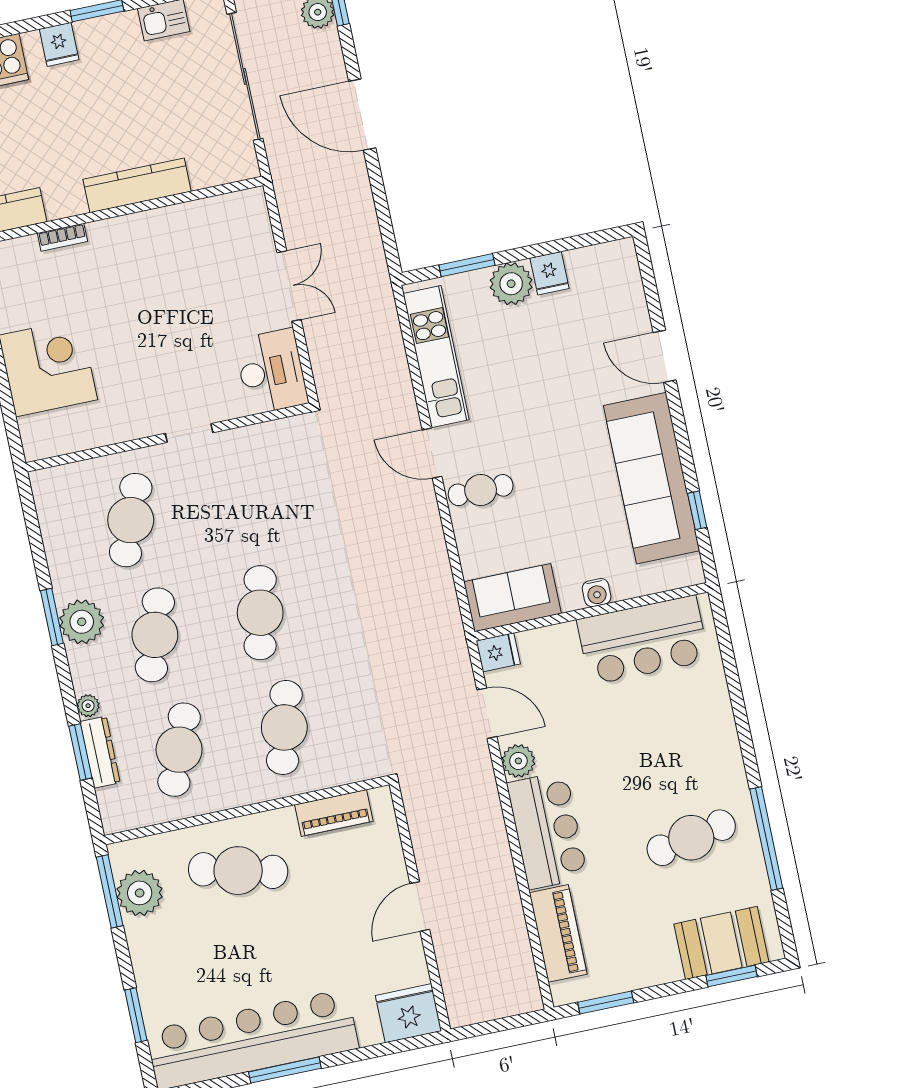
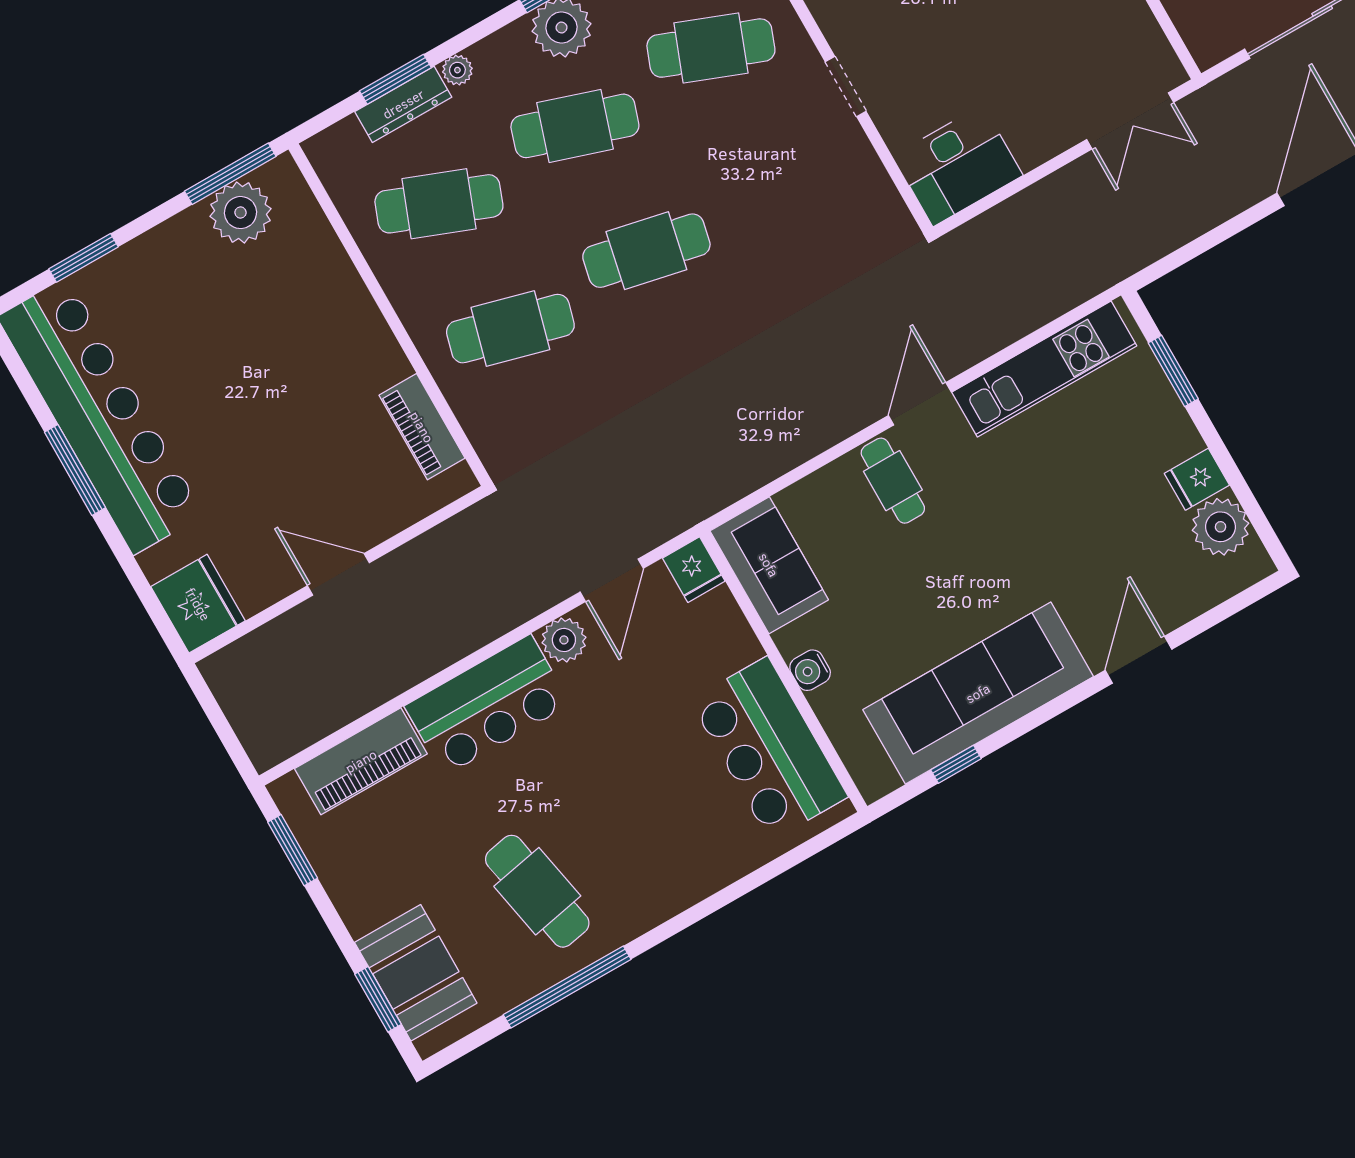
plant: (511, 284) -> (1221, 527), moved
double door: (289, 286) -> (1130, 121), moved
cafe table: (238, 871) -> (309, 329), removed

